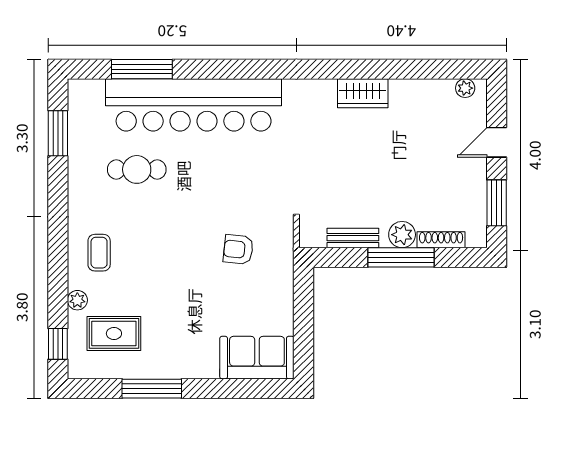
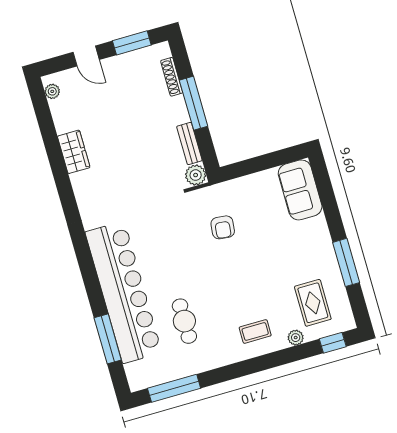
wardrobe: (363, 93) -> (74, 152), moved
window: (58, 133) -> (174, 388), width x1.44
plant: (402, 235) -> (196, 175), moved

